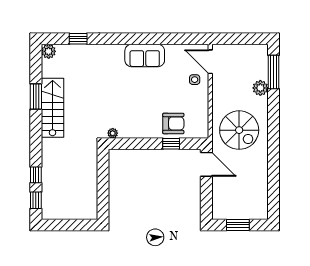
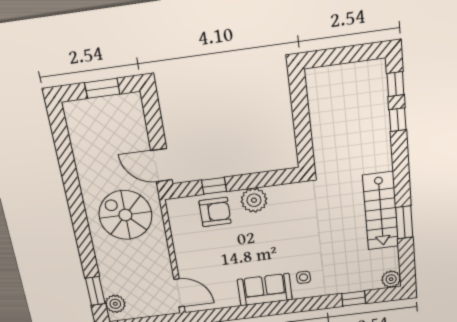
window: (273, 72) -> (95, 291), width x0.69
side table: (195, 80) -> (304, 277), moved
plant: (260, 88) -> (115, 304), moved
armchair: (173, 123) -> (215, 212), turned 180
plant: (113, 133) -> (254, 200), moved, width x1.88, depth x1.88

